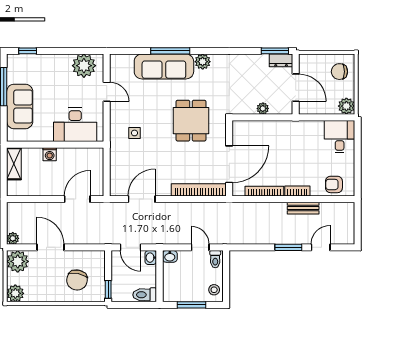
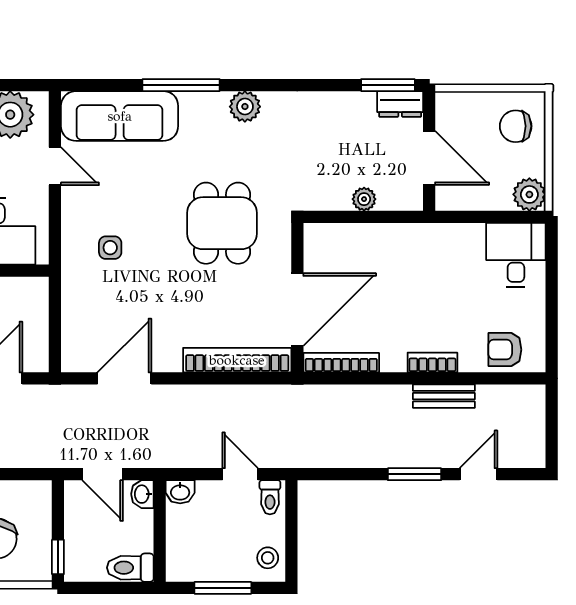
sofa: (164, 66) -> (120, 116), moved
bookcase: (264, 191) -> (341, 363), moved

